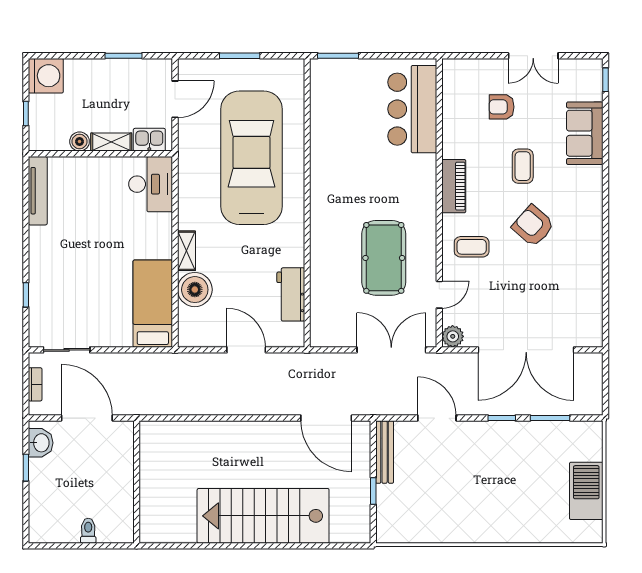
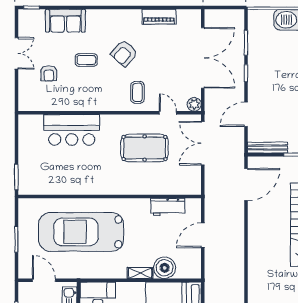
bar counter: (412, 109) -> (72, 130), moved
piano: (454, 186) -> (159, 17), moved, turned 180

